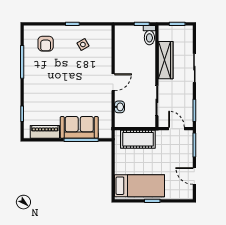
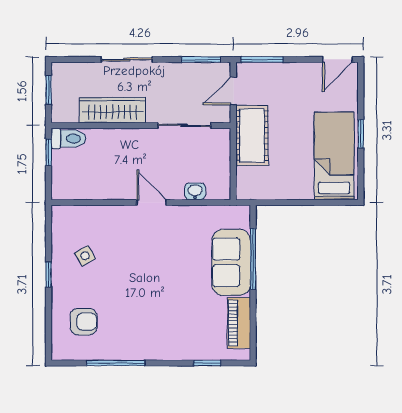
cot: (138, 139) -> (252, 135), moved
door: (194, 176) -> (337, 59), moved

